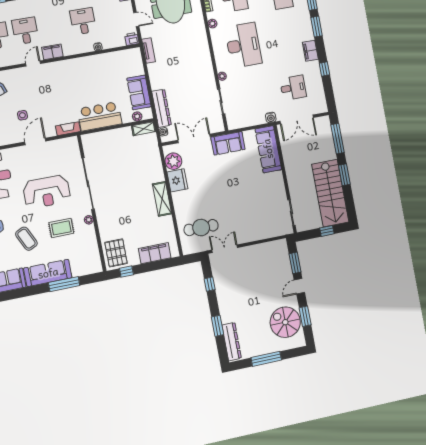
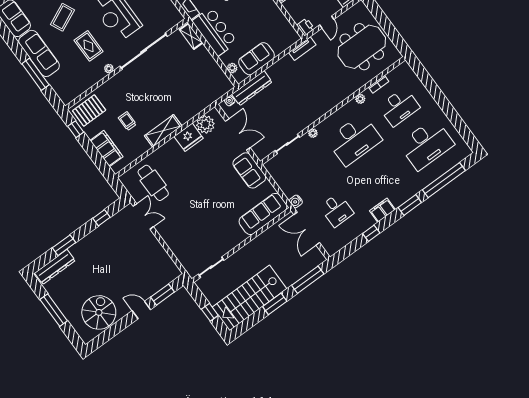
shelving: (144, 129) -> (191, 36), moved
trolley: (140, 225) -> (127, 121), added
window: (305, 316) -> (114, 330), removed

